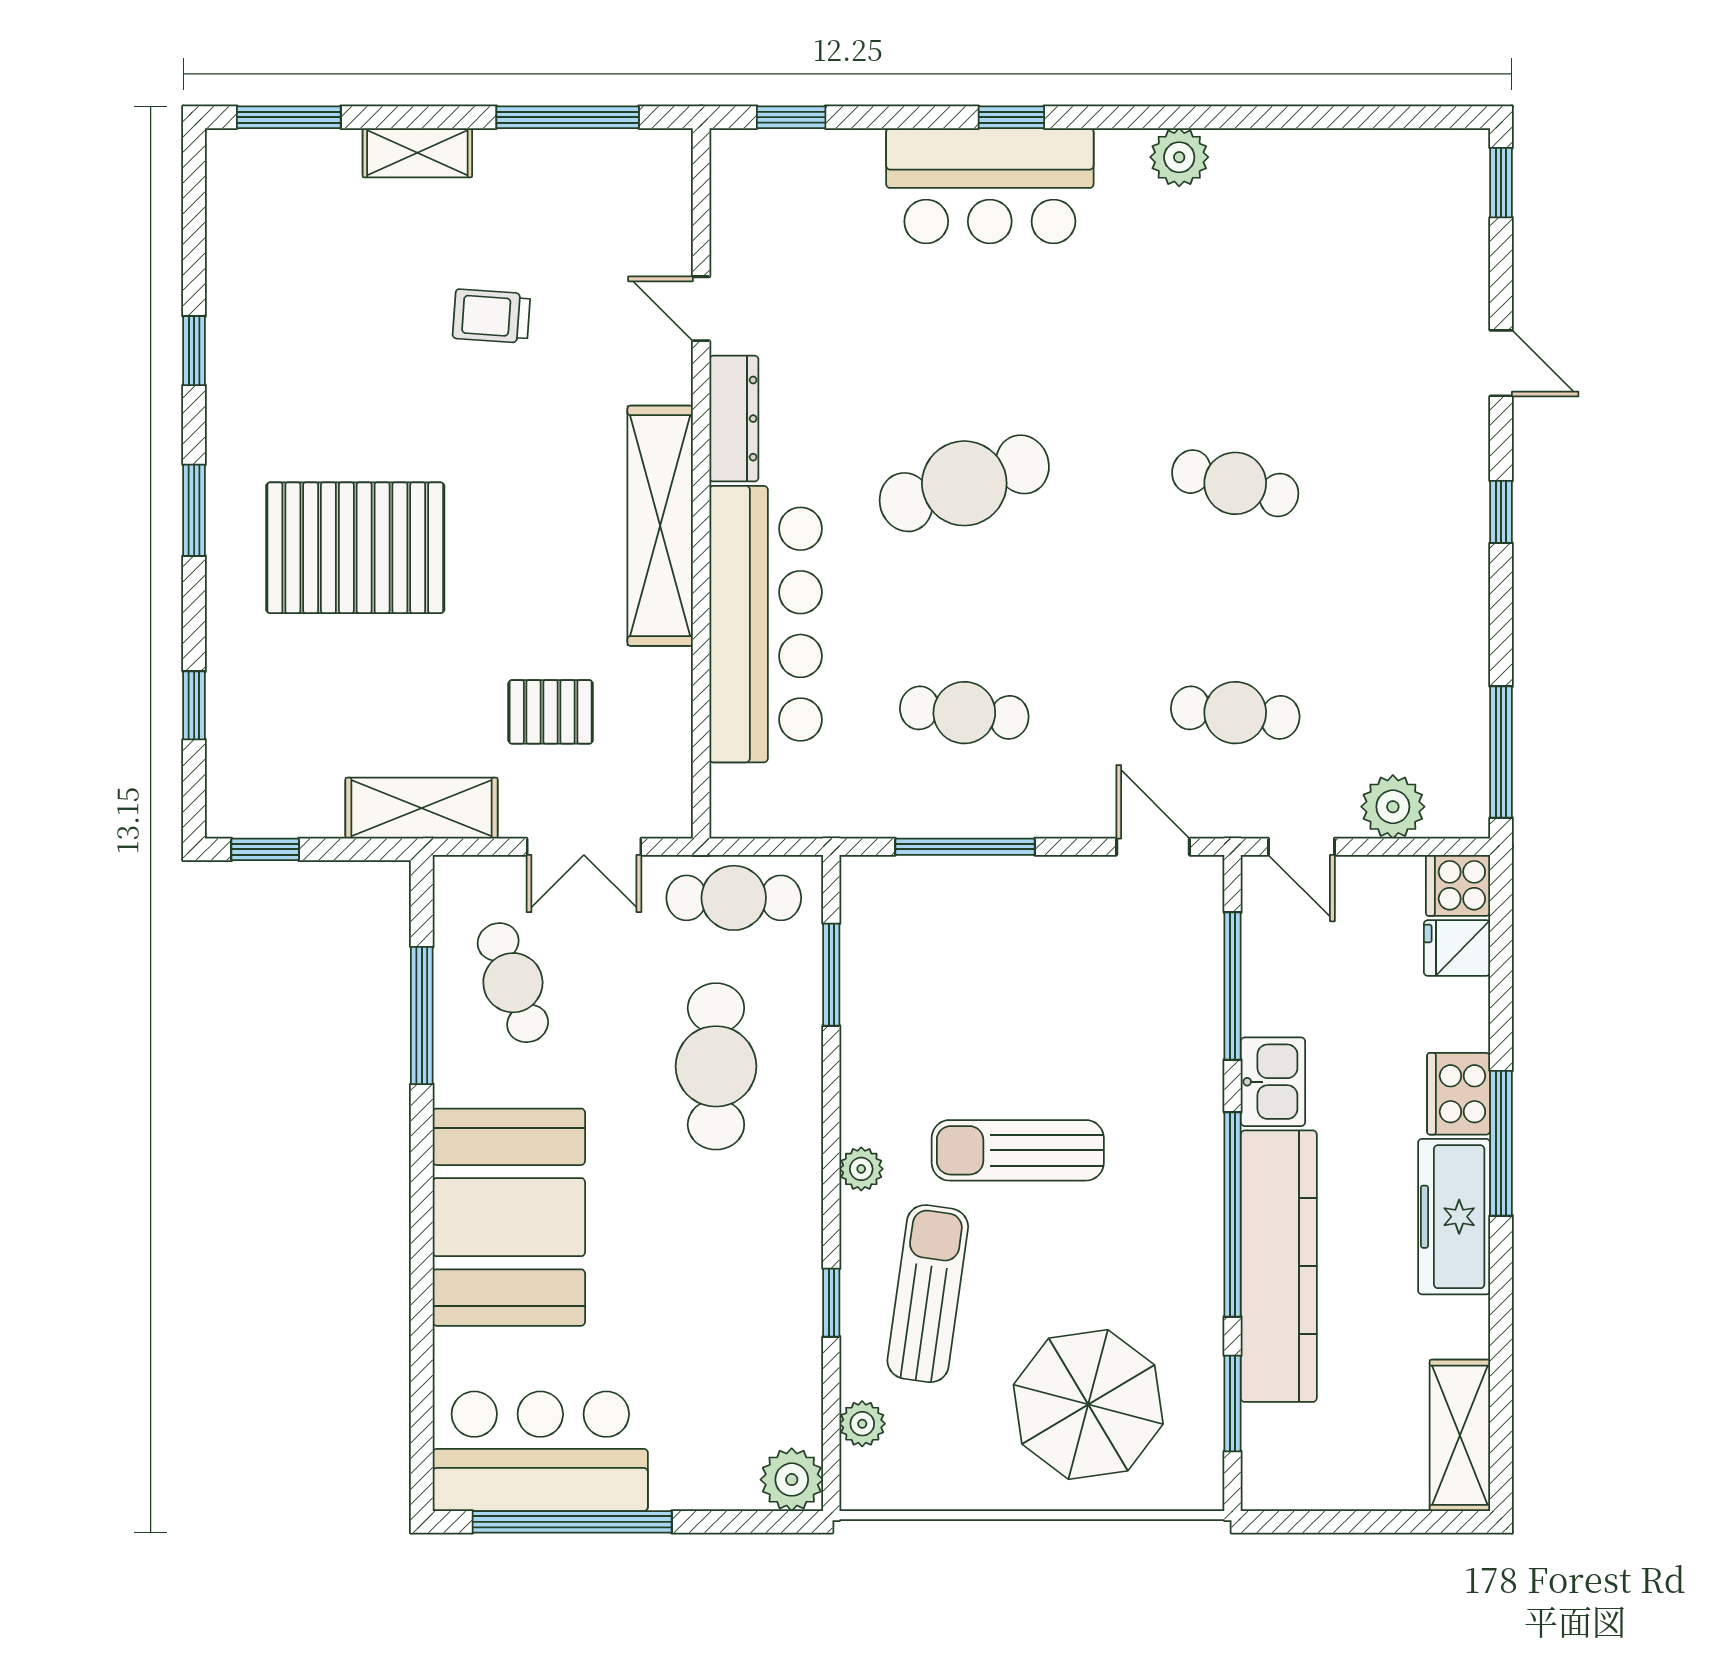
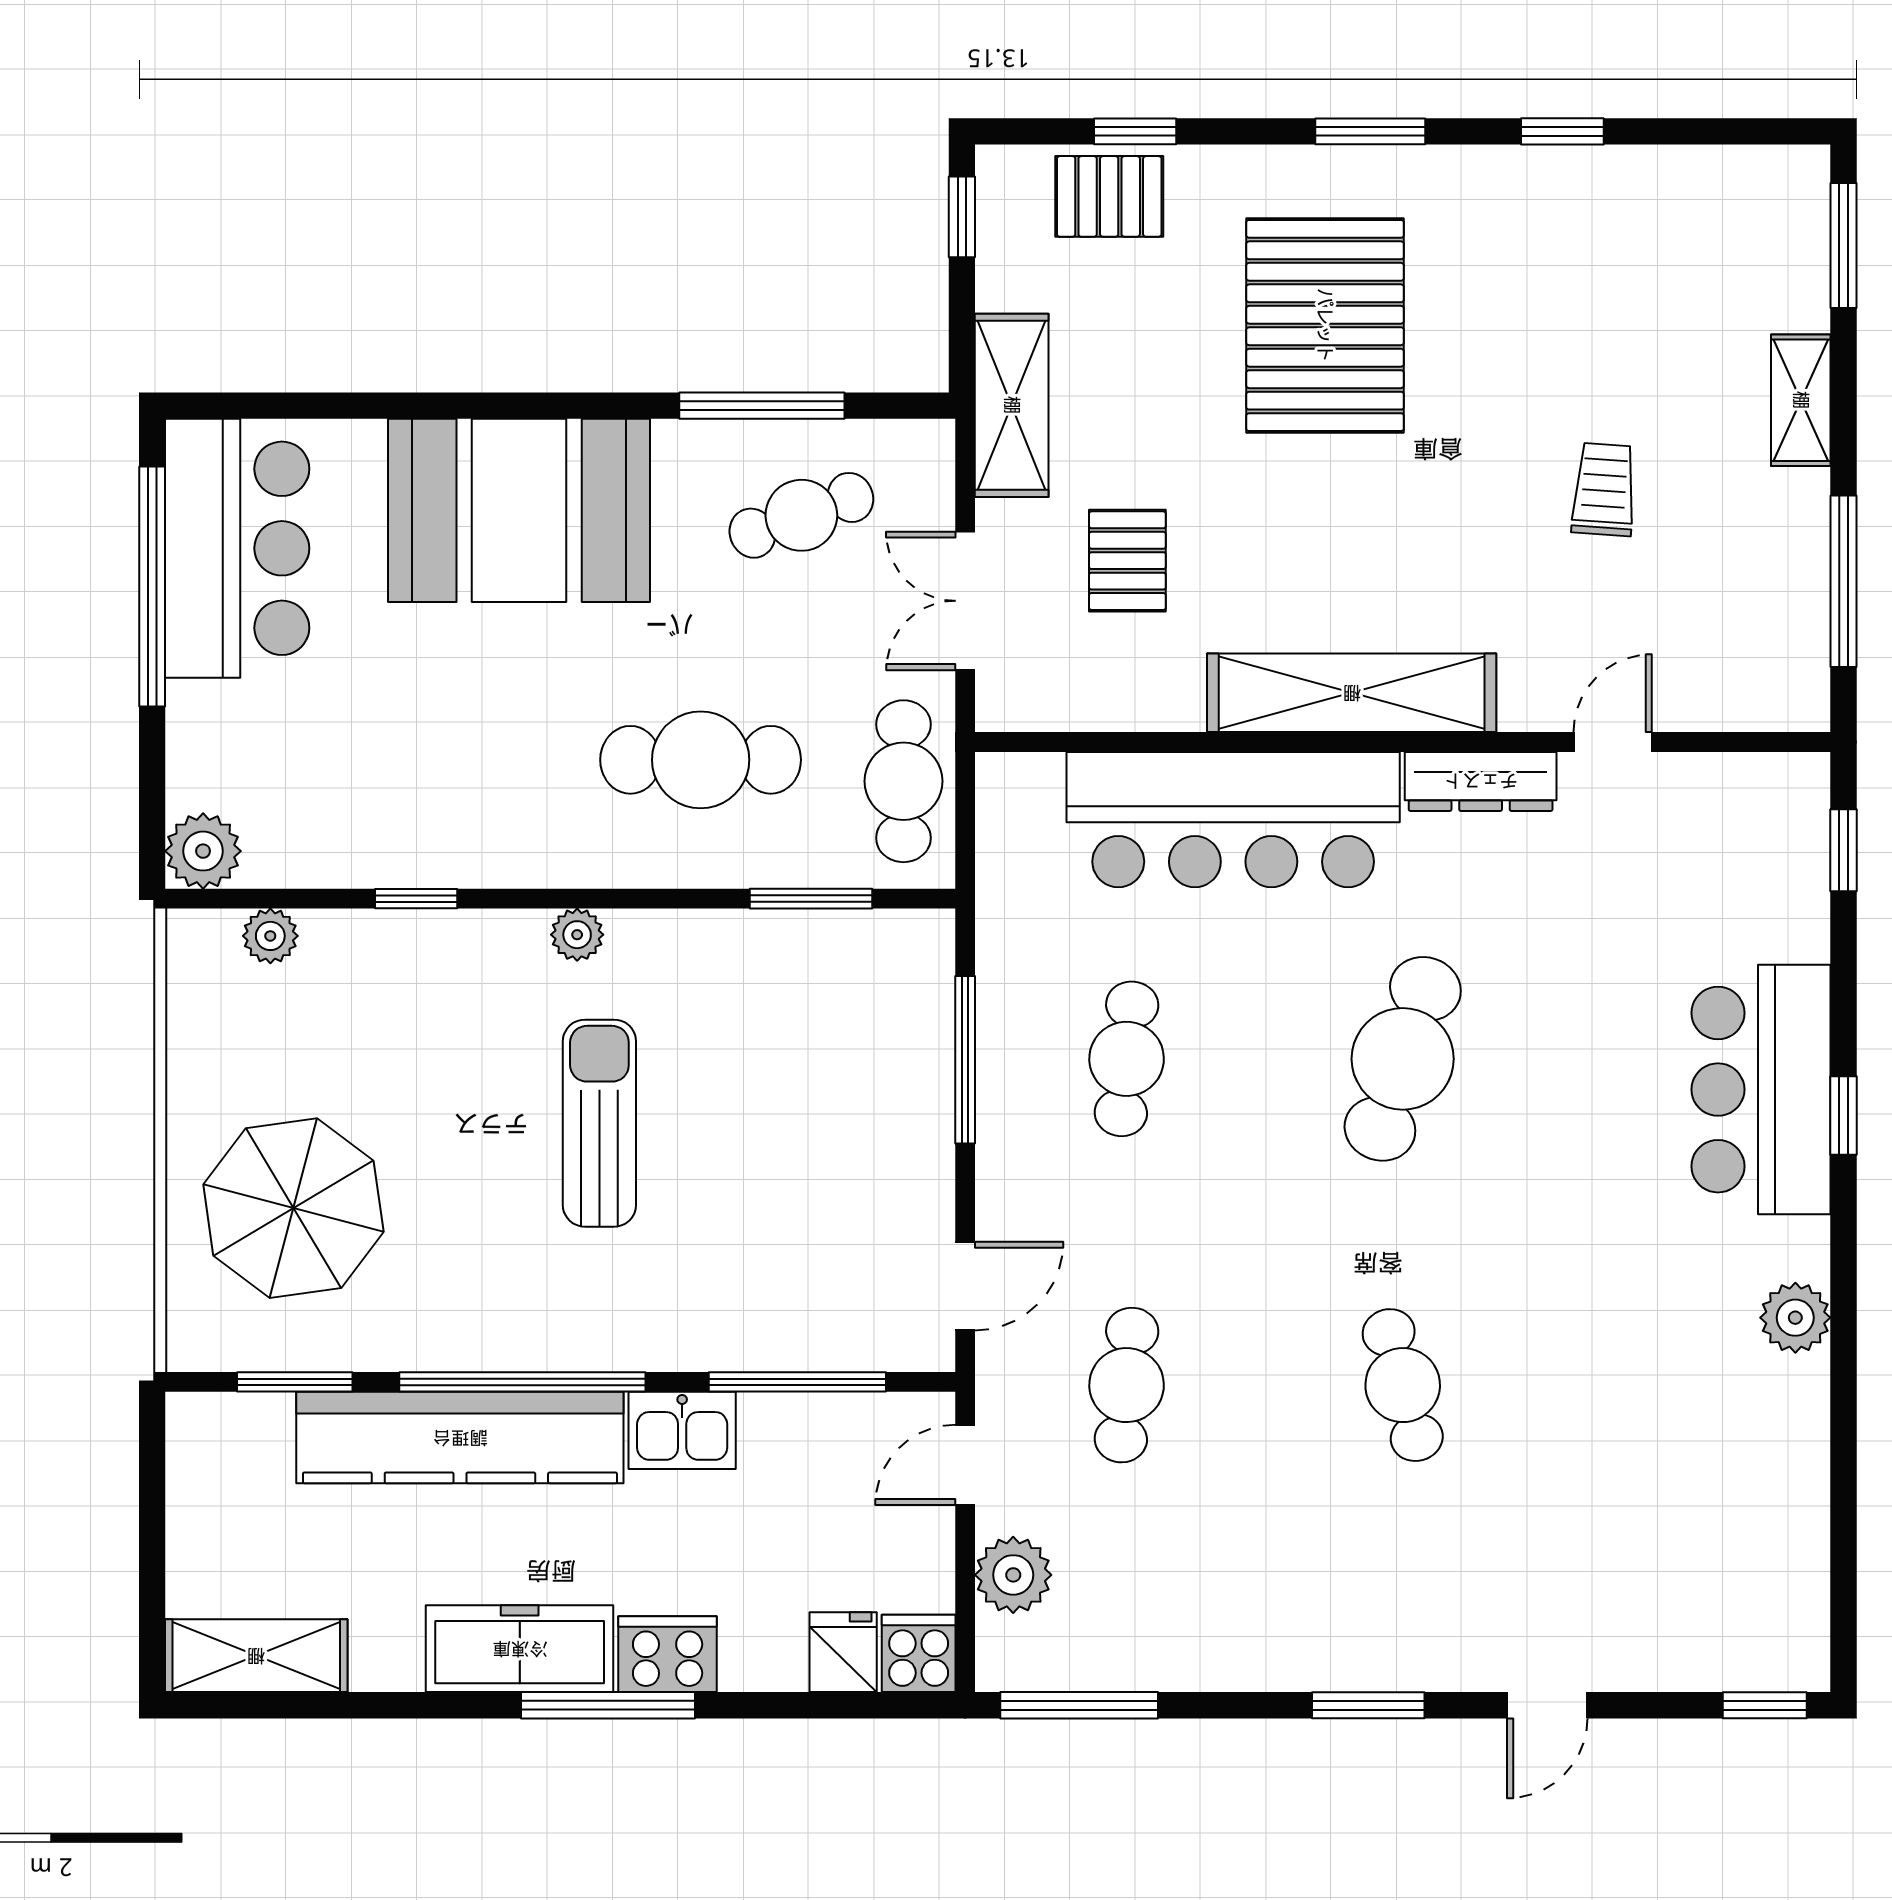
cafe table: (964, 483) -> (1403, 1059), turned 36
cafe table: (1235, 483) -> (1403, 1385), turned -30
window: (1501, 512) -> (1368, 1705), width x1.50
pallet: (248, 727) -> (1109, 196), added
sun lounger: (928, 1294) -> (427, 1015), removed

